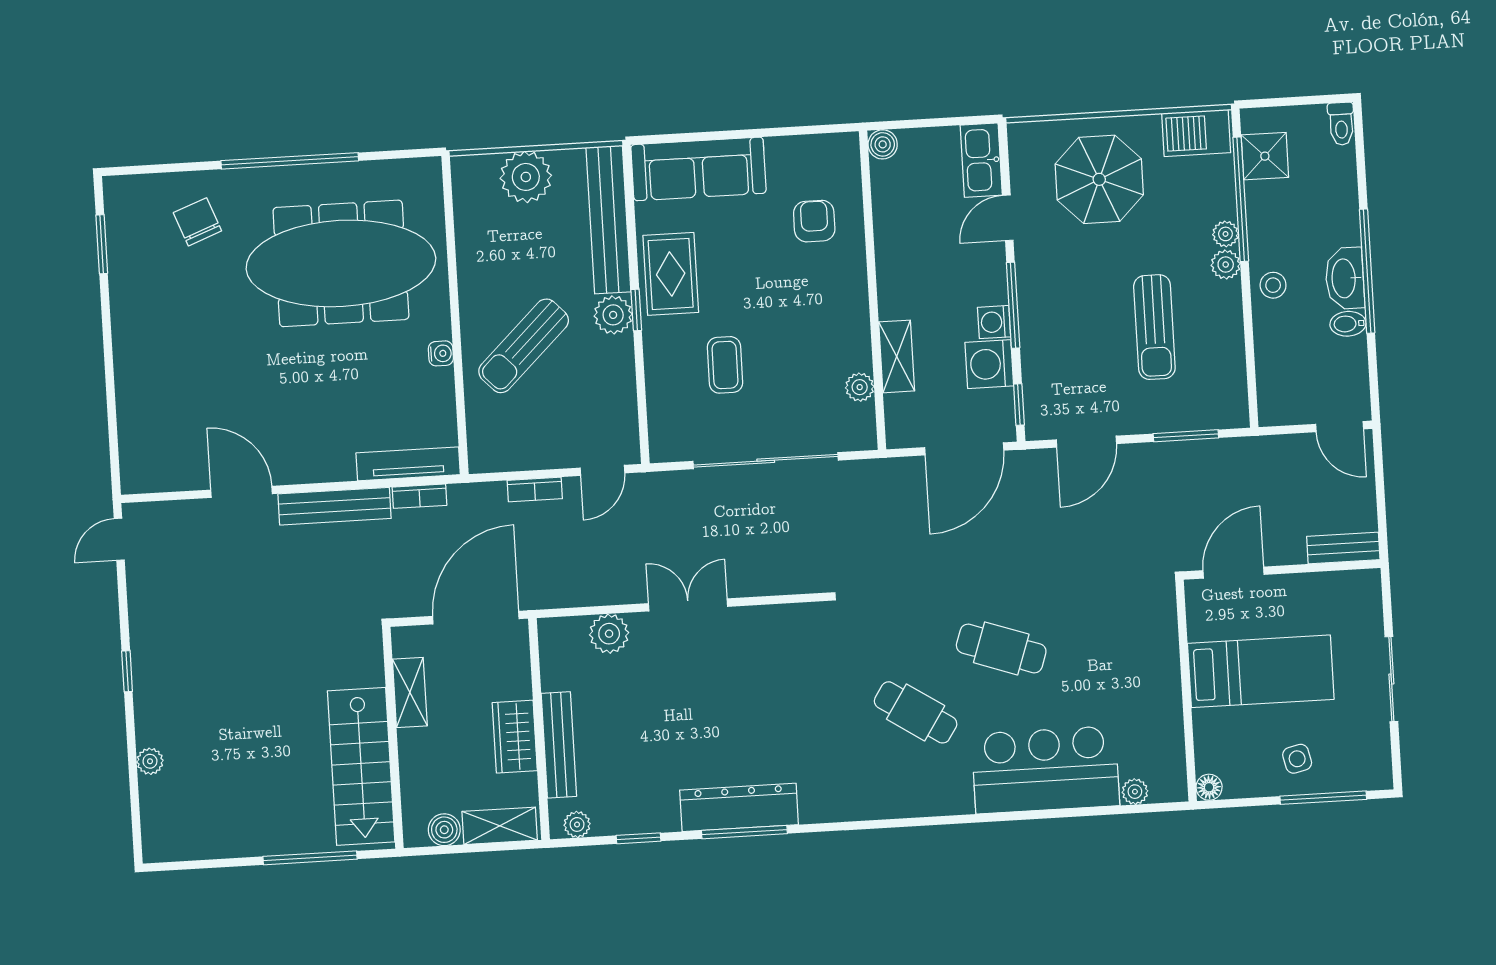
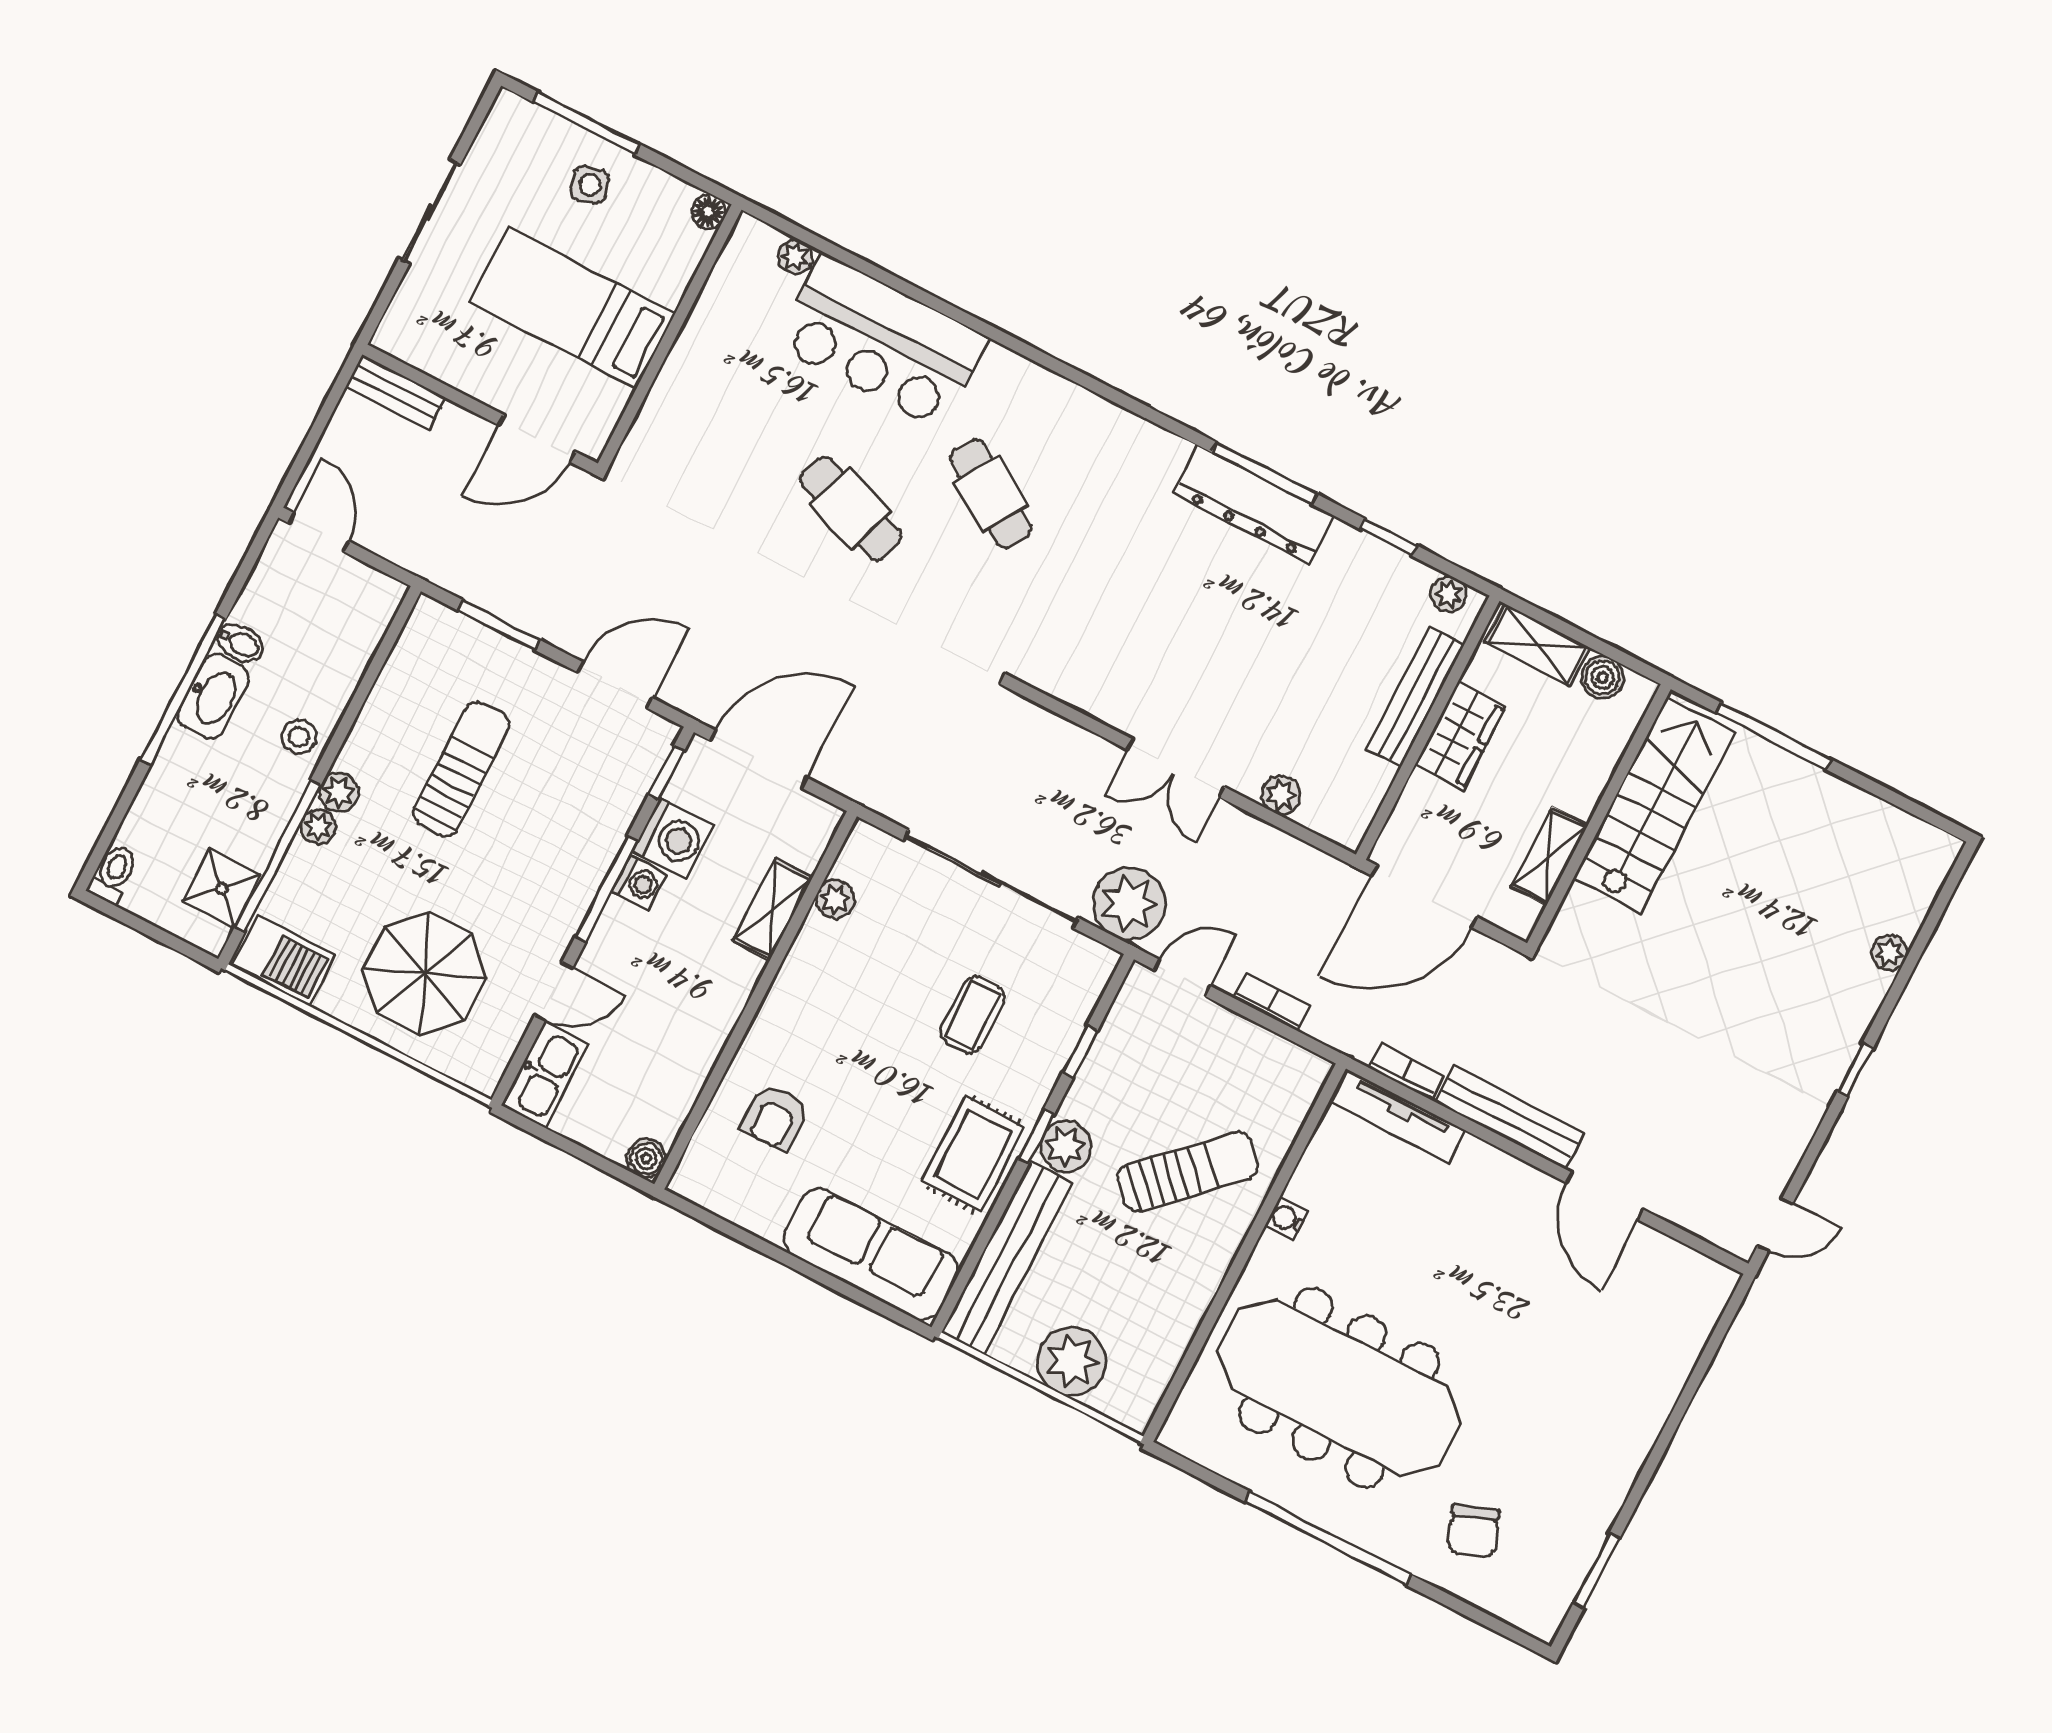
window: (641, 383) -> (1080, 1051), added
plant: (666, 498) -> (1129, 904), added
plant: (609, 634) -> (1281, 795), width x0.73, depth x0.73

